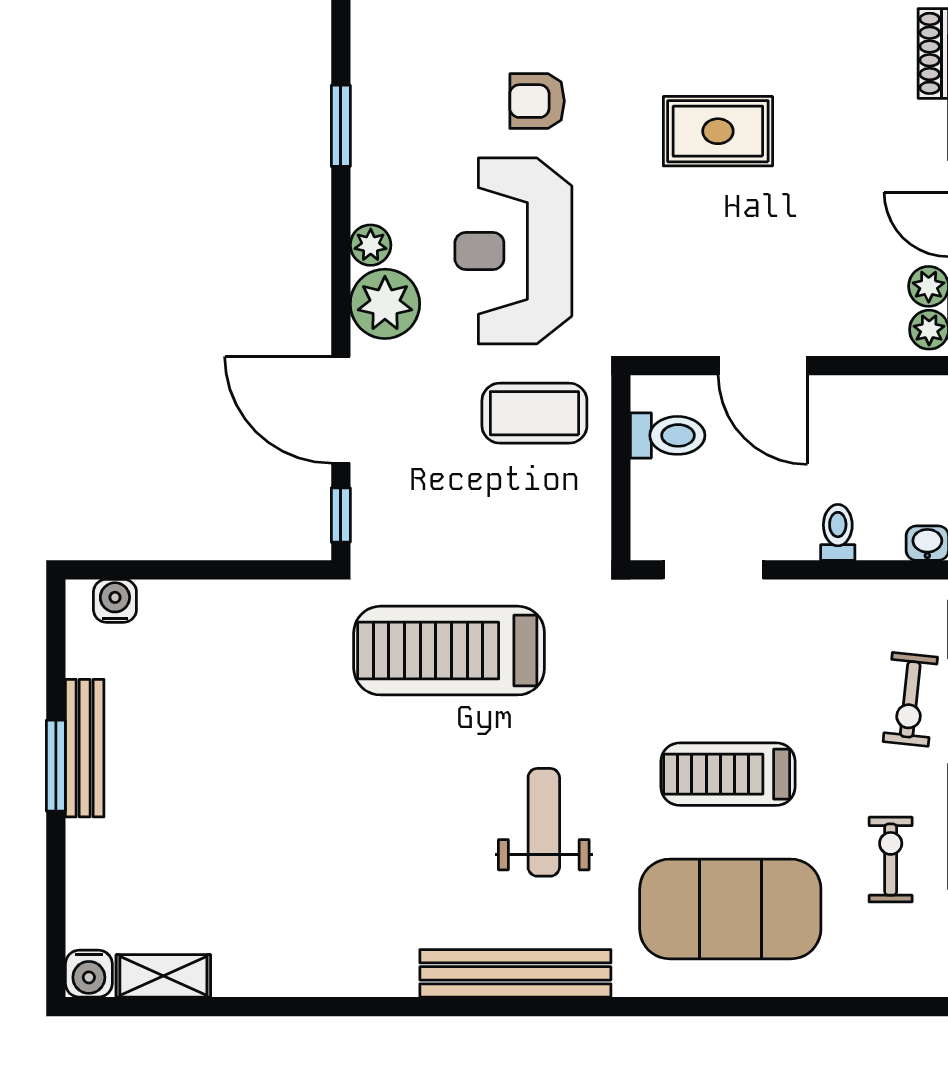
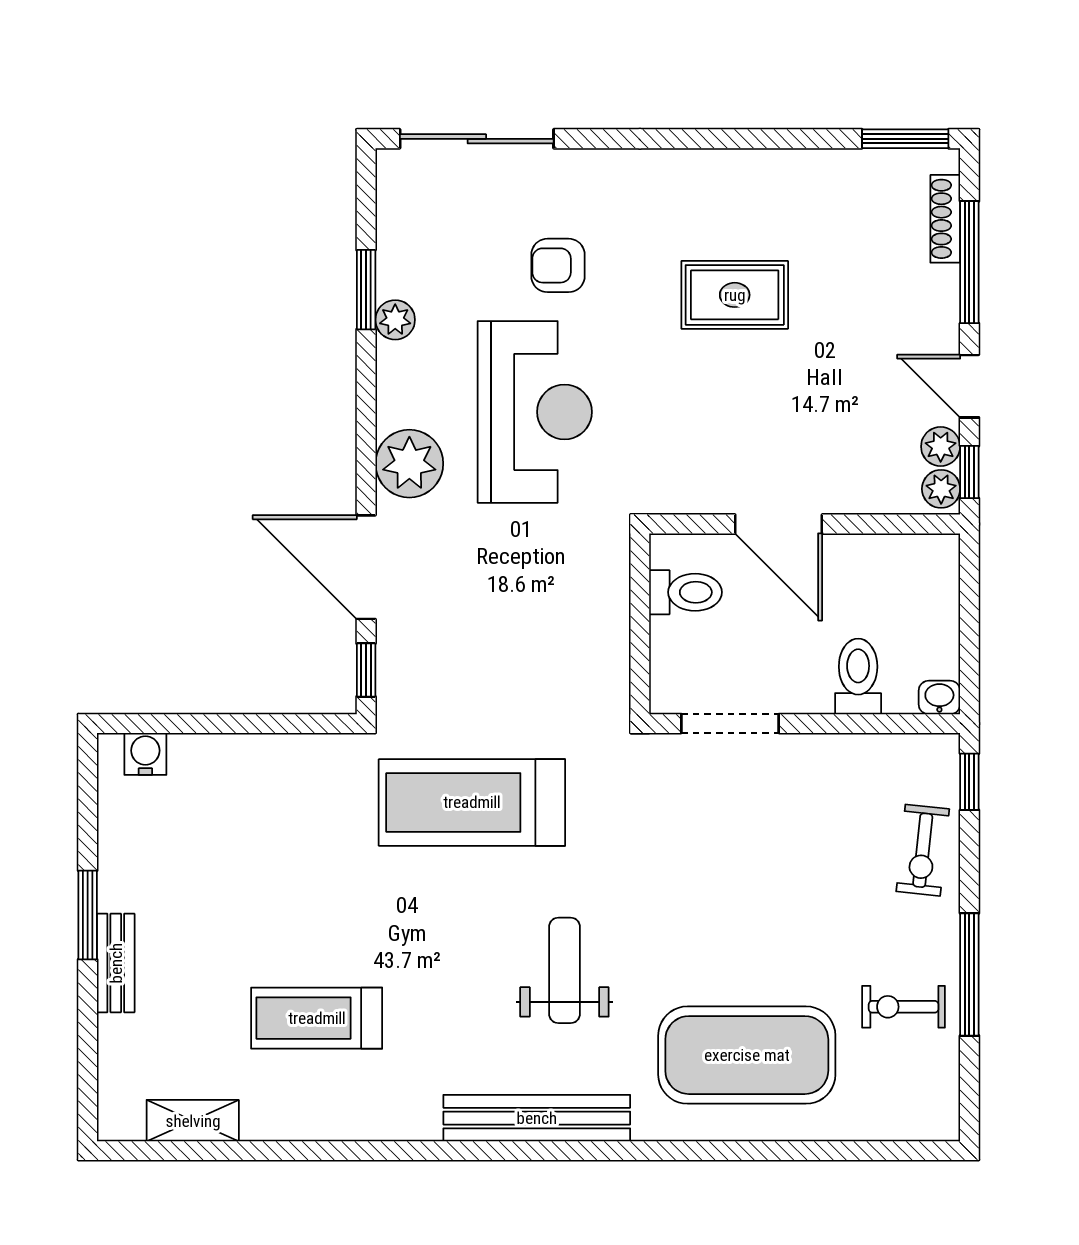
plant: (371, 245) -> (395, 320), moved
reception desk: (513, 251) -> (535, 412), turned 180
coffee table: (534, 413) -> (555, 570), removed
toilet: (838, 532) -> (858, 676), width x1.37, depth x1.39
bench: (85, 748) -> (116, 963), moved, width x0.73
treadmill: (728, 774) -> (317, 1018), moved
exercise bike: (891, 860) -> (904, 1007), turned -90
water cooler: (89, 974) -> (120, 1118), removed

